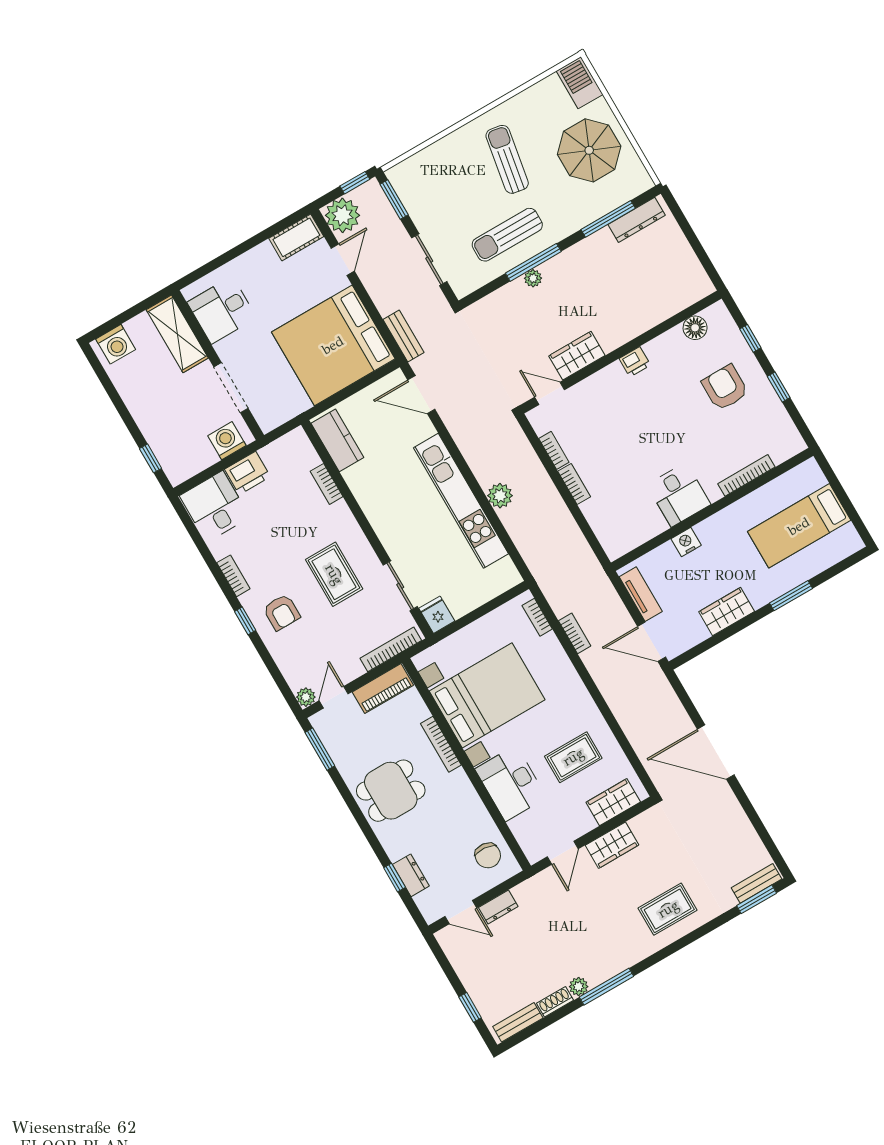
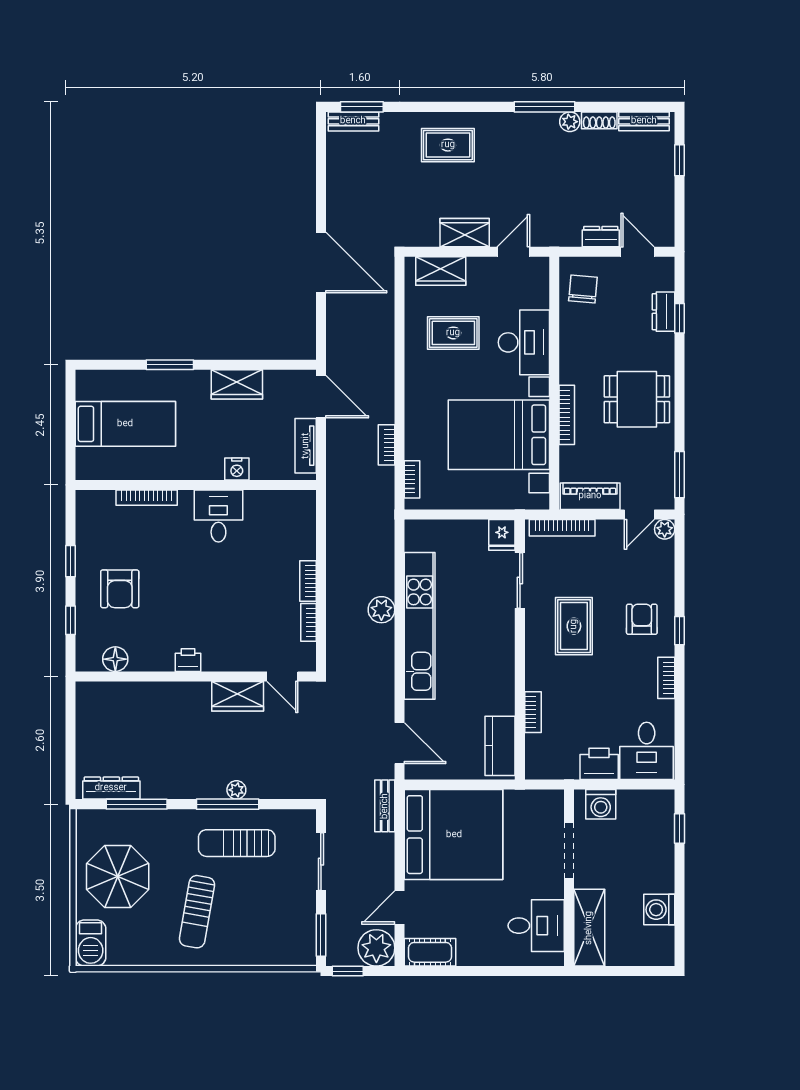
sun lounger: (507, 235) -> (237, 843), turned 180
washing machine: (116, 344) -> (659, 910), moved, turned -90

